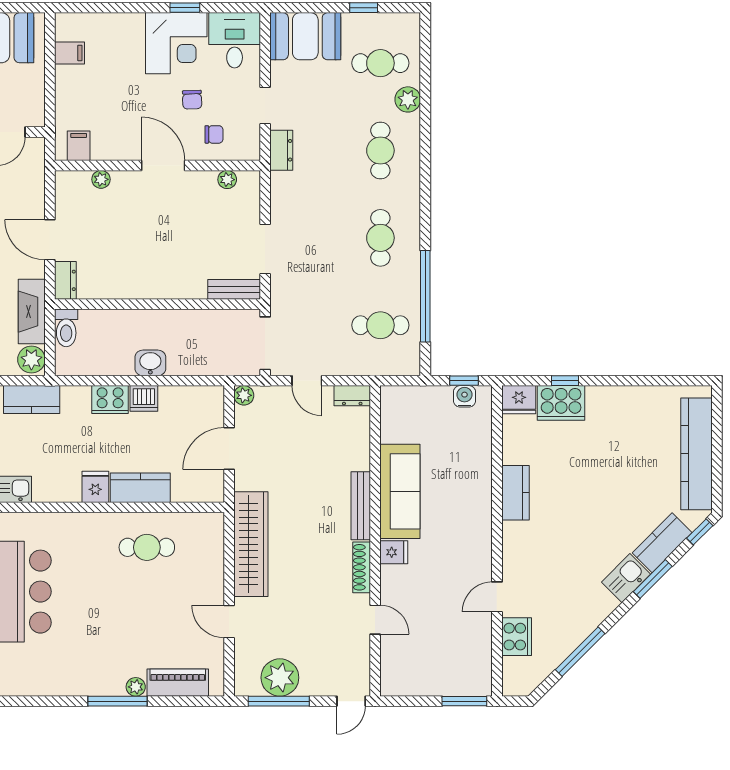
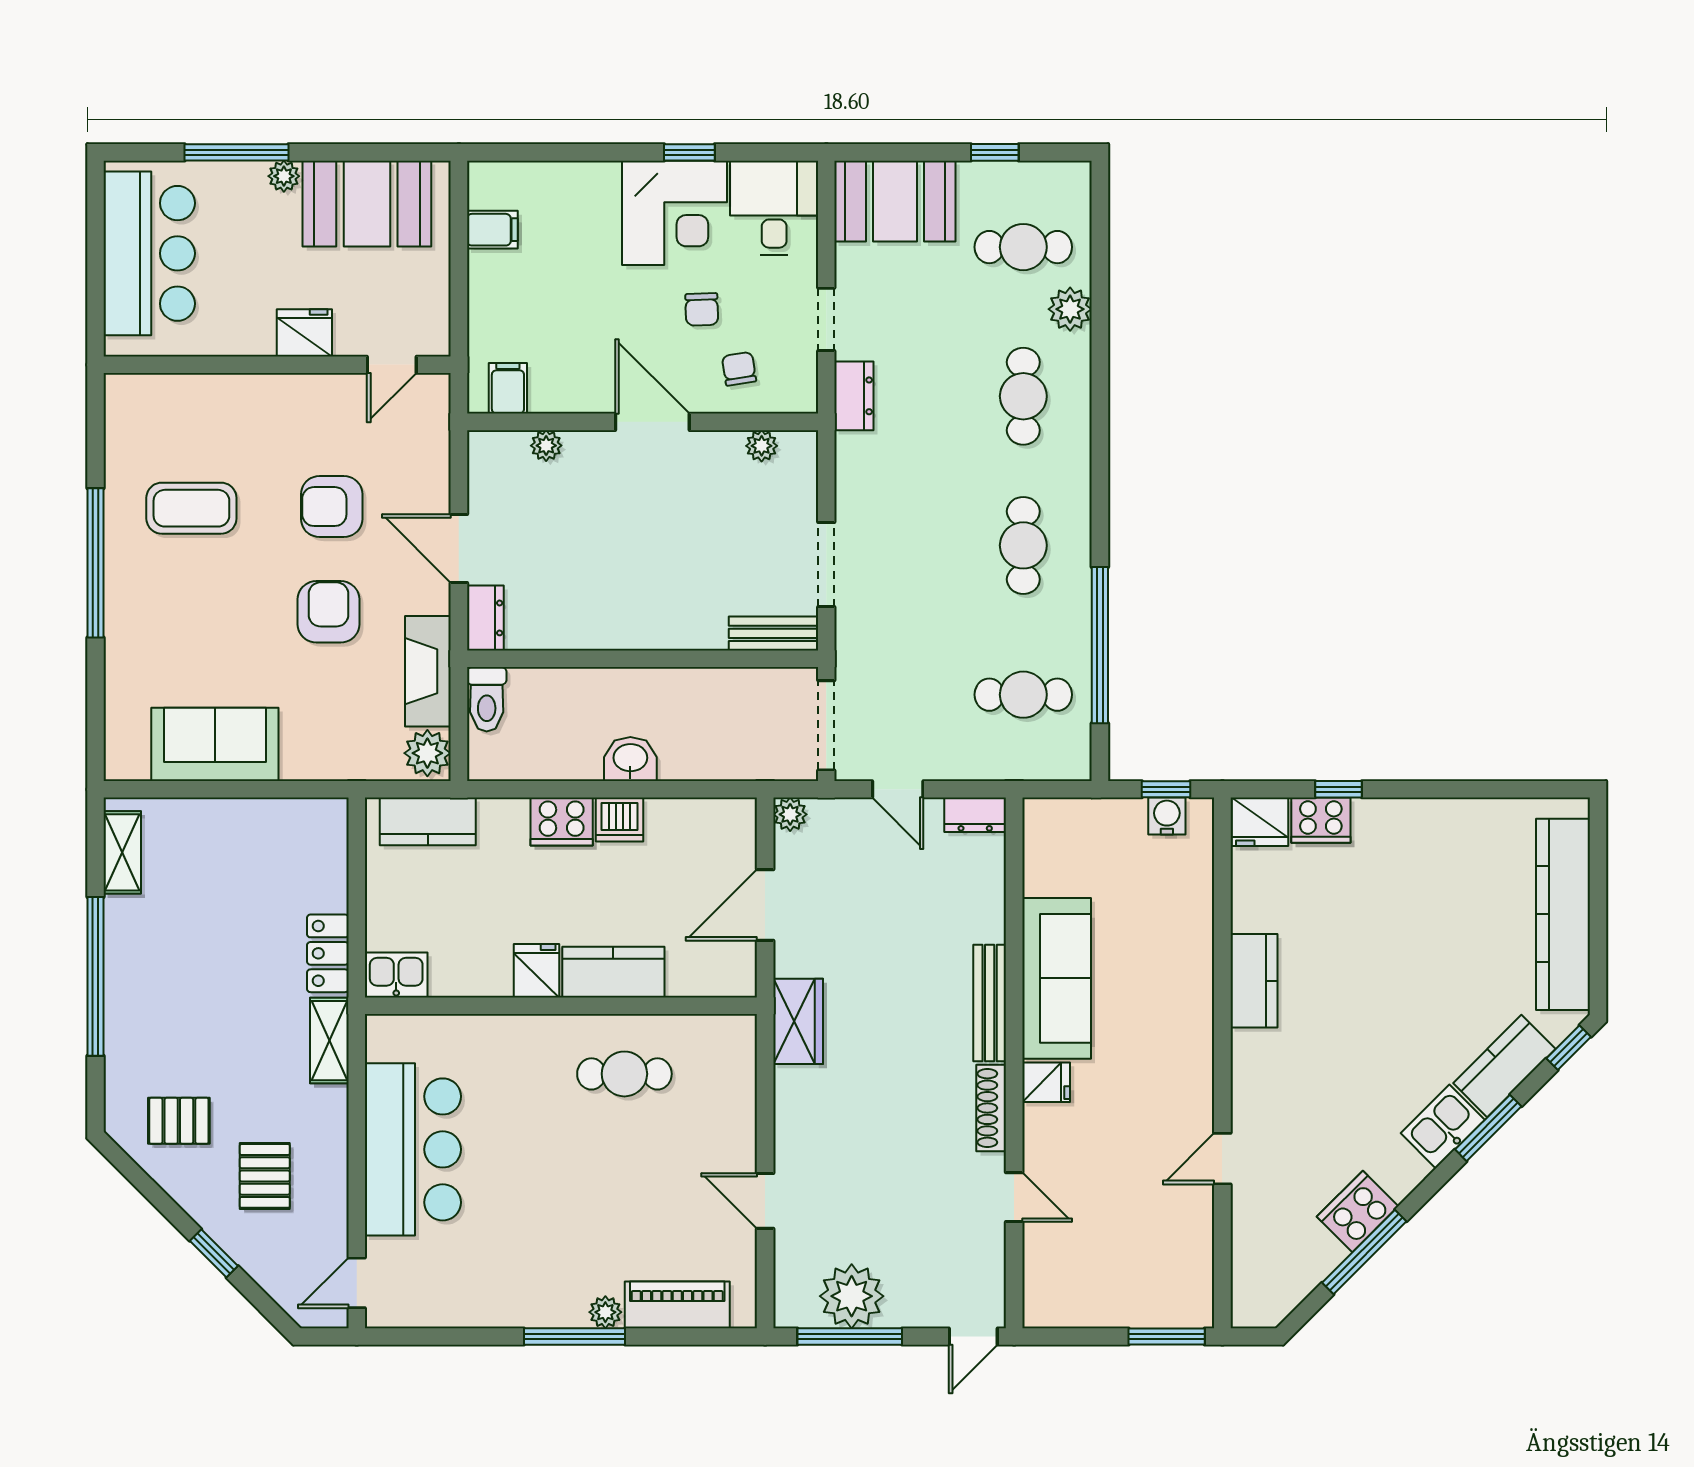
chair: (214, 134) -> (739, 369), turned -99
cooker: (561, 403) -> (1321, 820), width x0.73, depth x0.76
wardrobe: (251, 544) -> (798, 1021), width x0.48, depth x0.85
cooker: (517, 637) -> (1358, 1211), moved, turned -135

